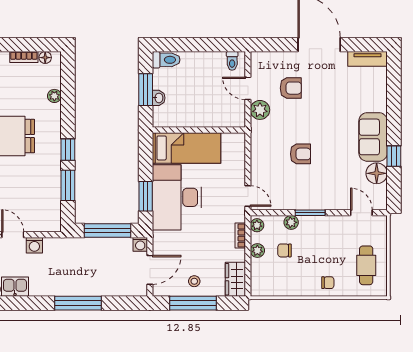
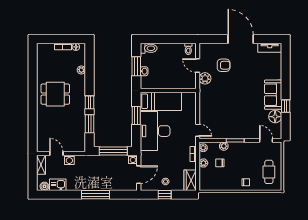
armchair: (300, 154) -> (229, 105), removed
window: (146, 196) -> (136, 116), moved
window: (193, 303) -> (165, 195), width x0.46

